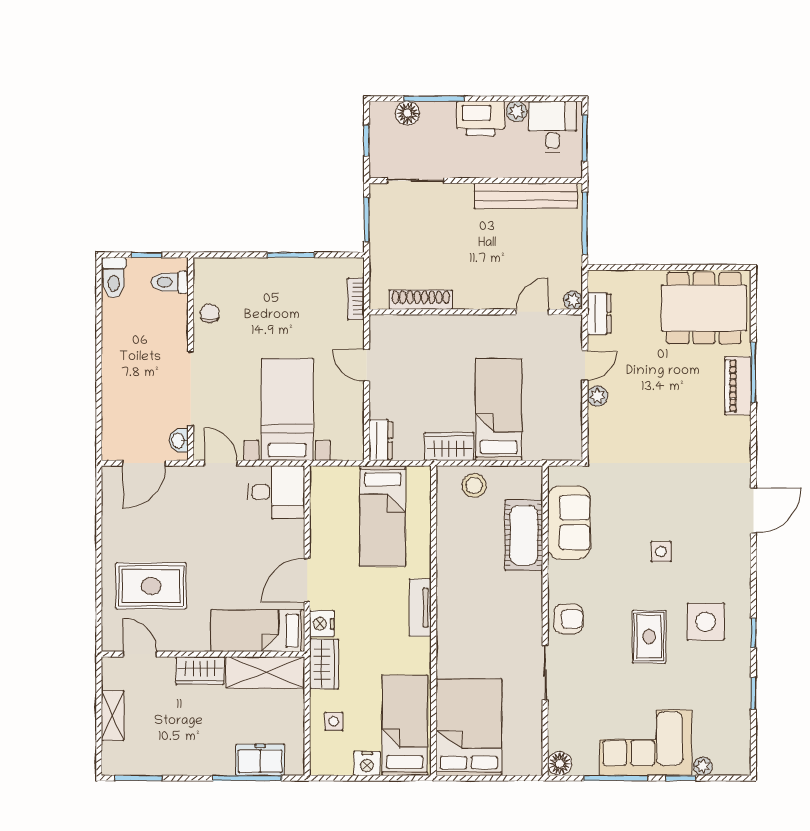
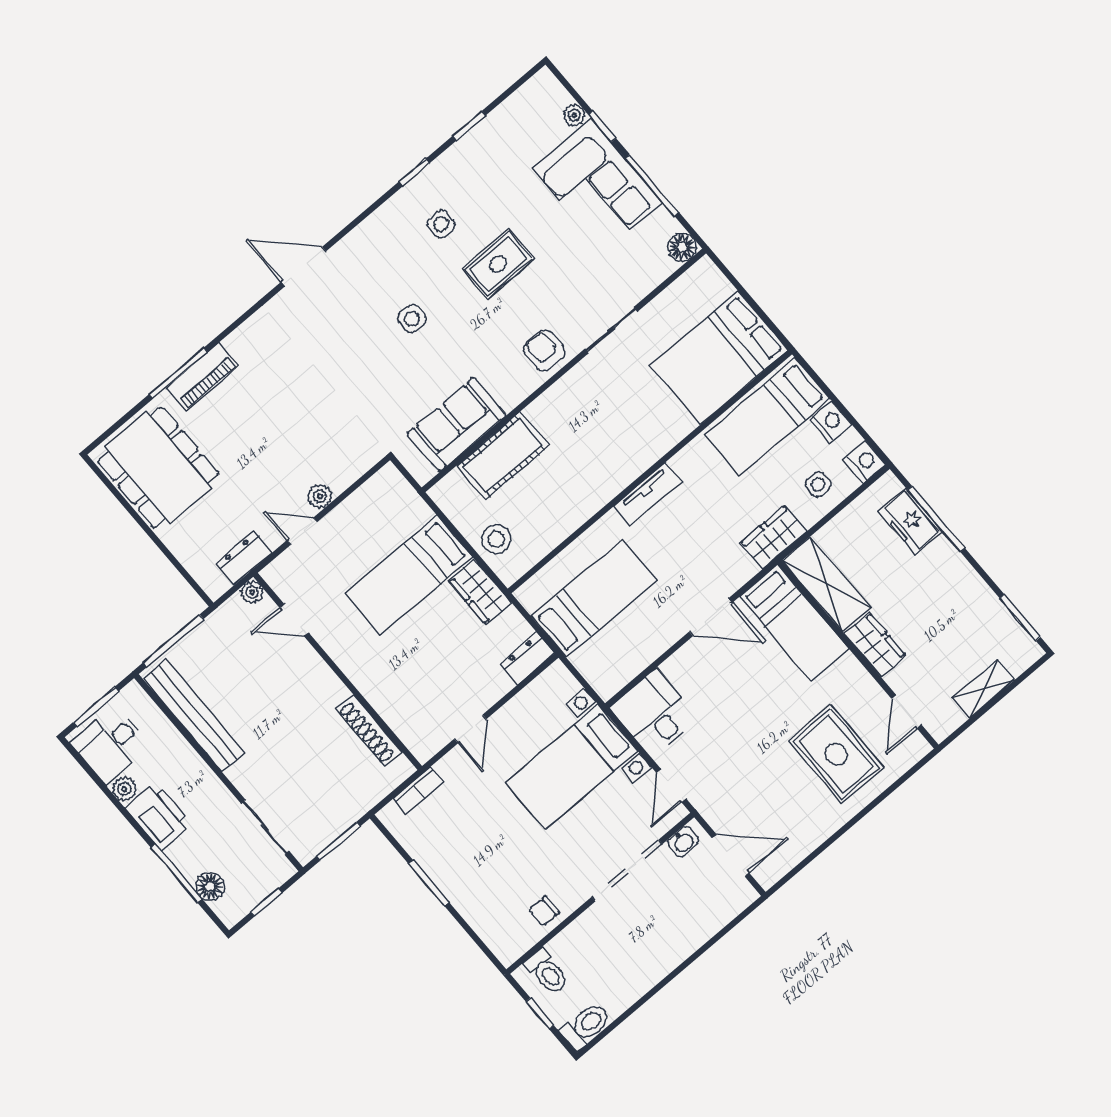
side table: (706, 622) -> (441, 224), width x0.54, depth x0.54
nightstand: (322, 624) -> (865, 462), moved, turned -90

